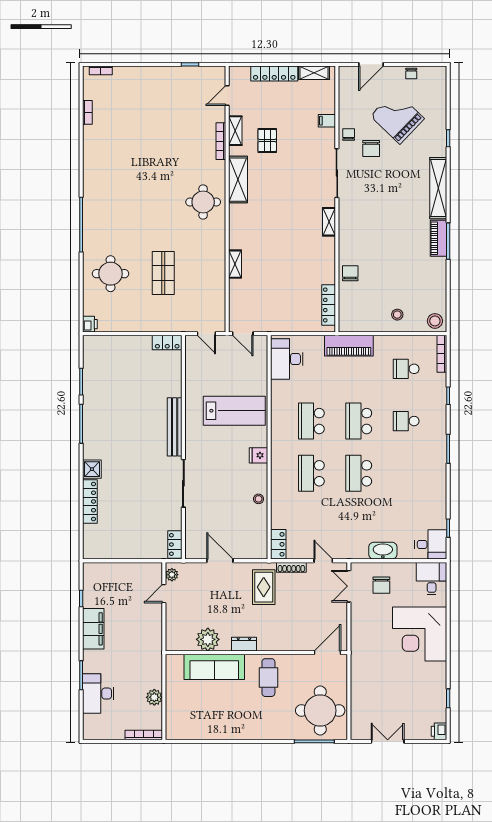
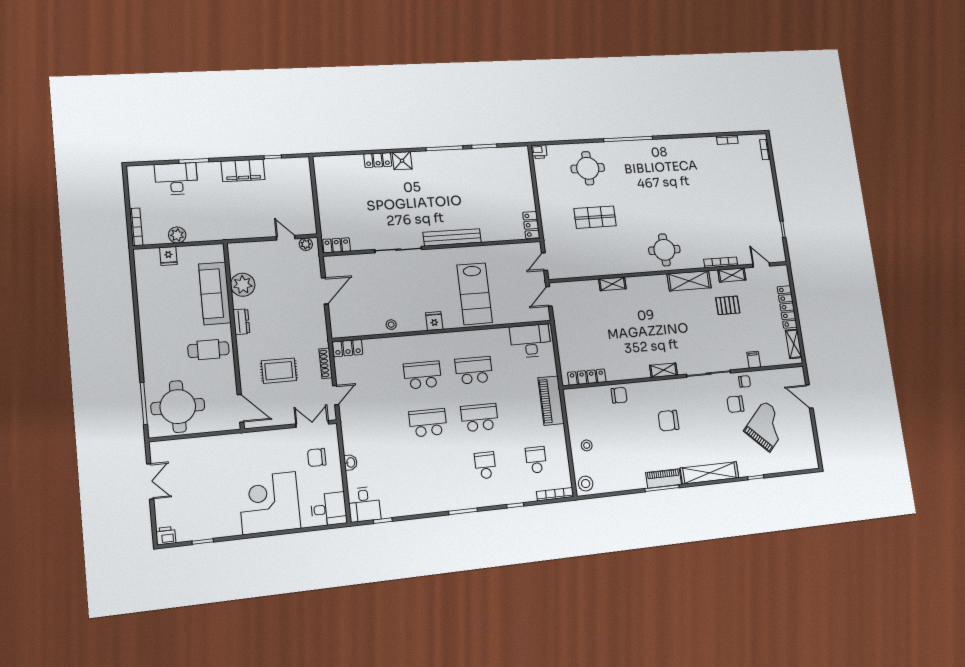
chair: (411, 74) -> (668, 421), moved, width x1.87, depth x1.87
locker: (90, 501) -> (378, 160), width x0.66
washbasin: (383, 551) -> (350, 462), width x0.52, depth x0.69
rug: (264, 587) -> (279, 371), moved
fridge: (174, 707) -> (168, 256), added

